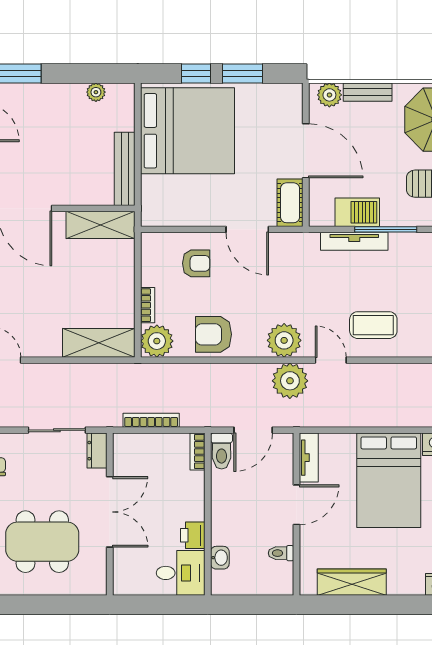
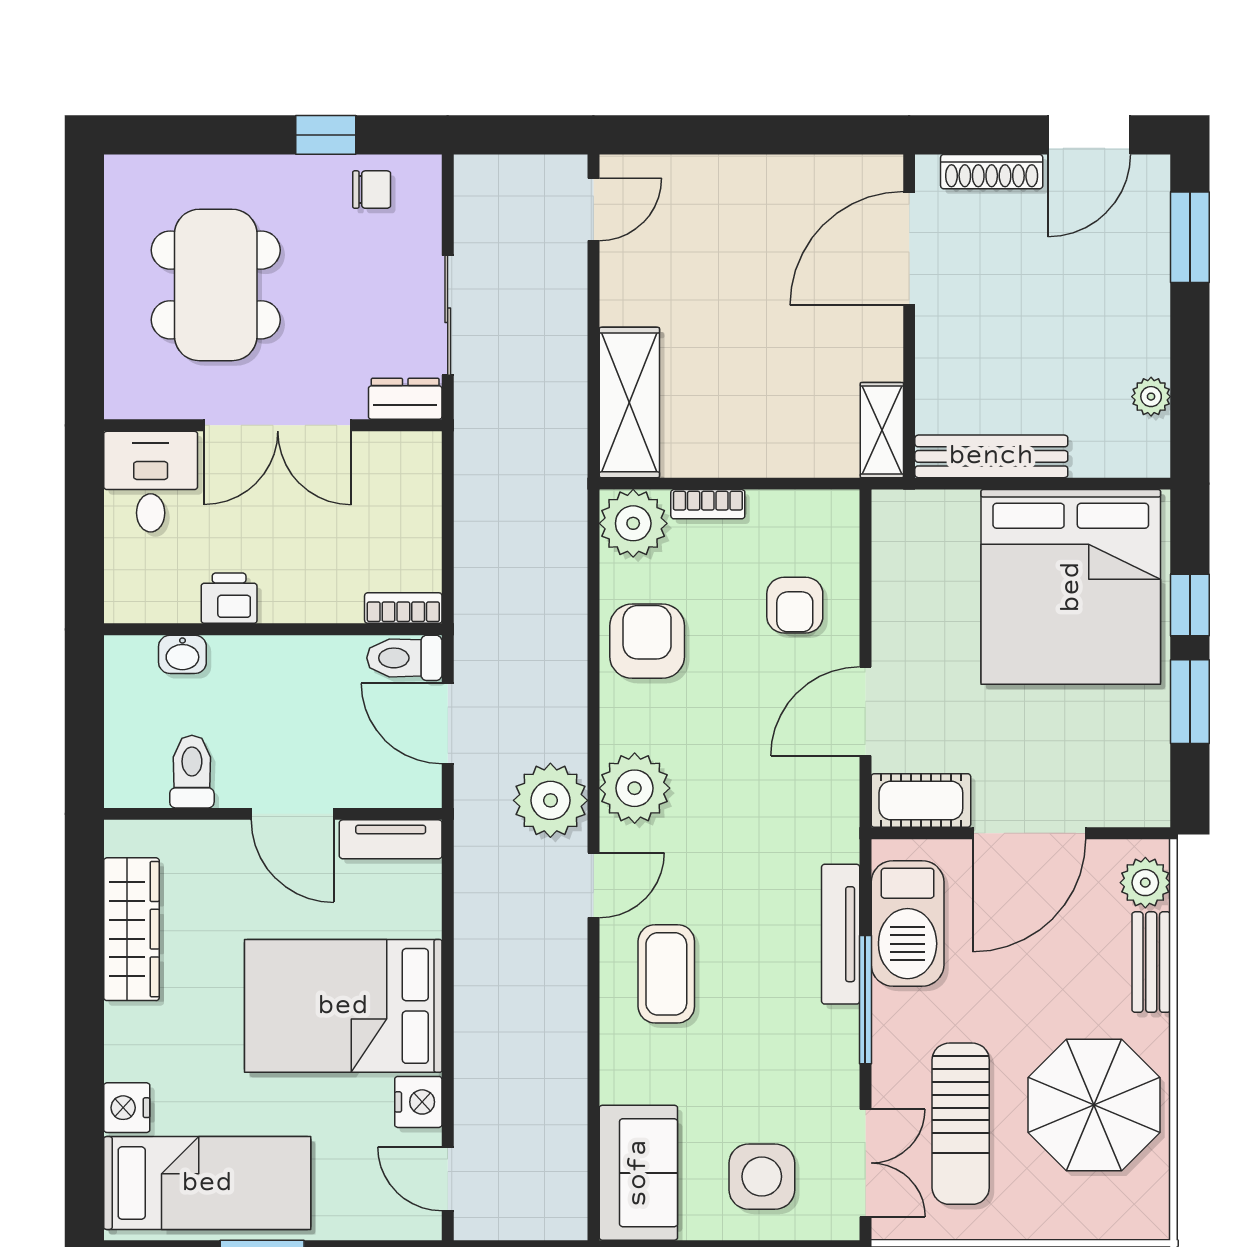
barbecue: (357, 212) -> (908, 923), width x1.37, depth x1.21
shelving: (101, 225) -> (882, 430), width x0.67, depth x0.75
bookcase: (151, 420) -> (468, 511), removed
toilet: (281, 553) -> (192, 772), width x1.37, depth x1.39
desk: (181, 573) -> (151, 482), moved, turned 180

